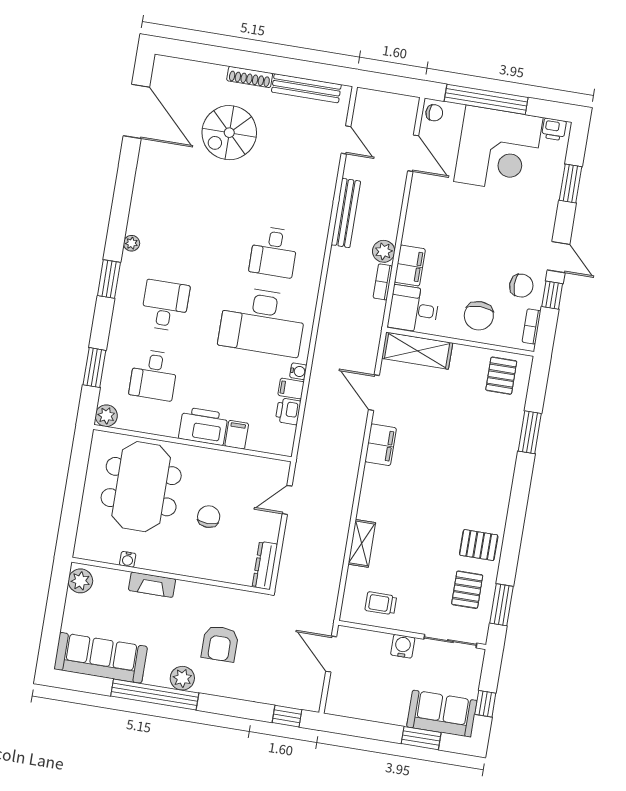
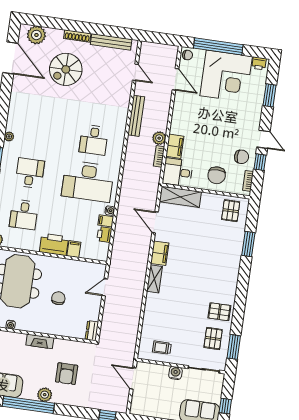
plant: (181, 74) -> (36, 35), added
shelving: (362, 543) -> (155, 279), moved
dresser: (265, 565) -> (92, 331), width x0.70
fireplace: (152, 585) -> (40, 341), moved

